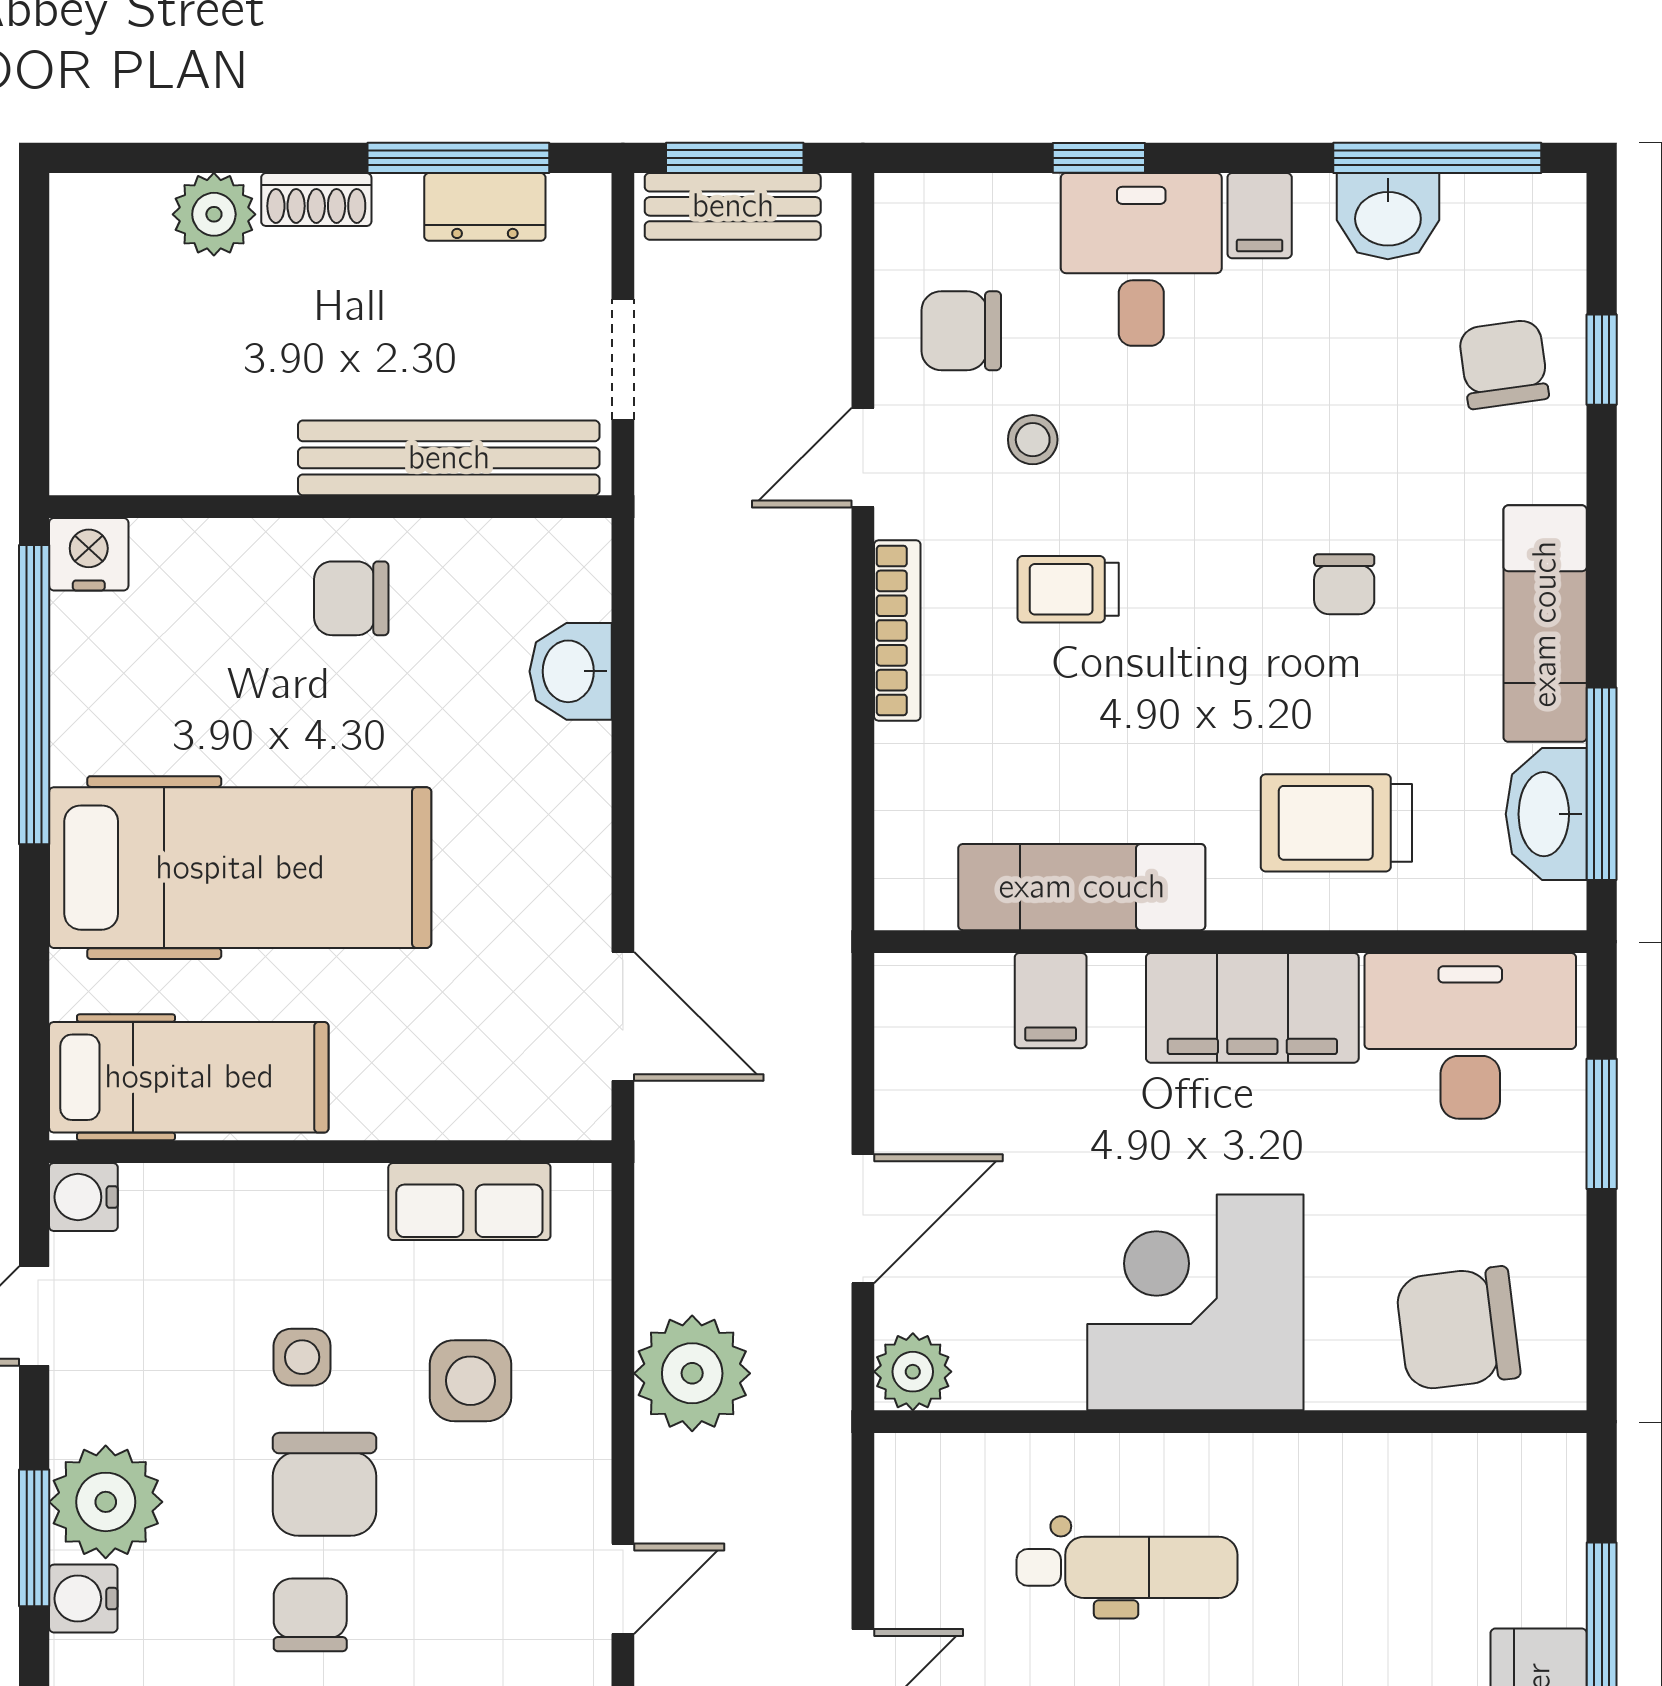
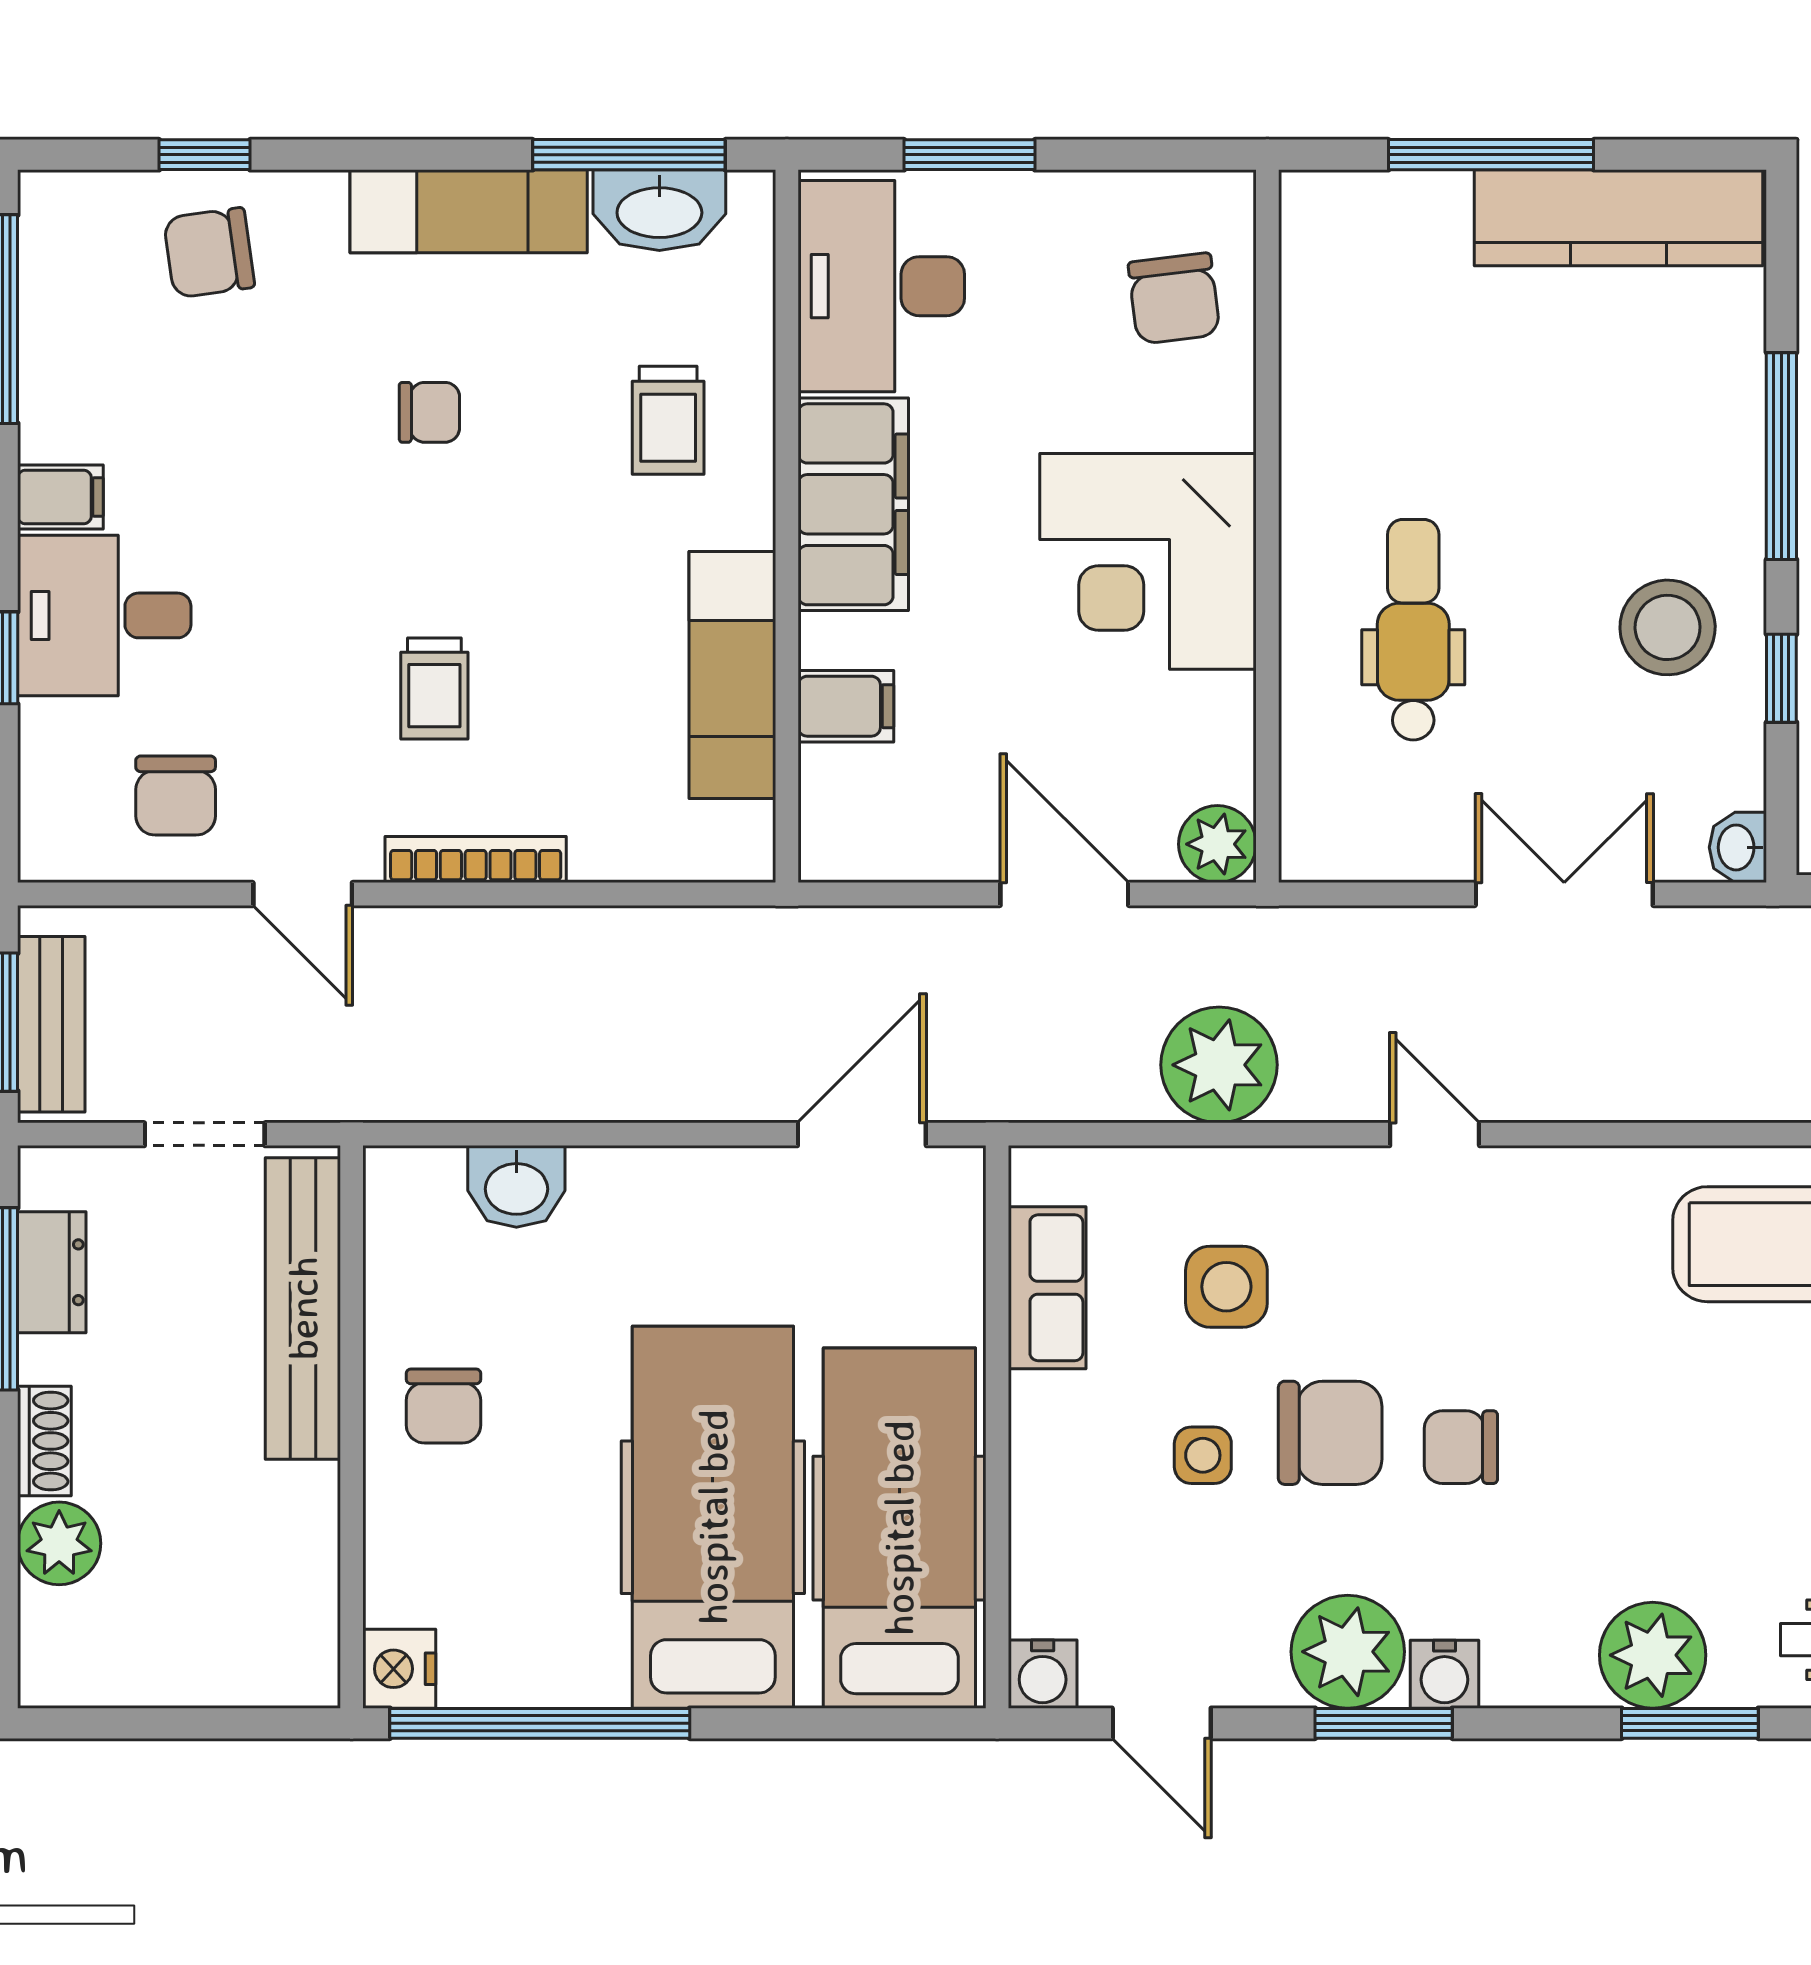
washbasin: (1388, 216) -> (61, 369), removed
stool: (1033, 440) -> (285, 724), removed
trolley: (1336, 823) -> (668, 420), width x0.73, depth x0.72
hospital bed: (189, 1077) -> (899, 1528), width x1.37, depth x1.29
chair: (1458, 1328) -> (1174, 298), width x0.73, depth x0.73

